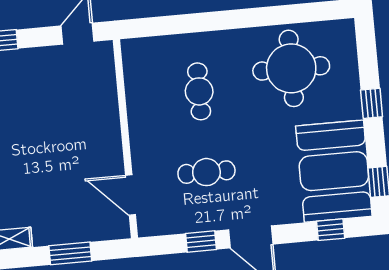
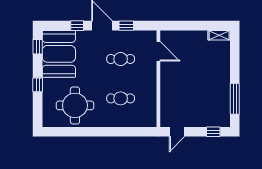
cafe table: (199, 91) -> (121, 98), turned 90
window: (331, 230) -> (77, 26), moved
window: (70, 253) -> (190, 26), removed

